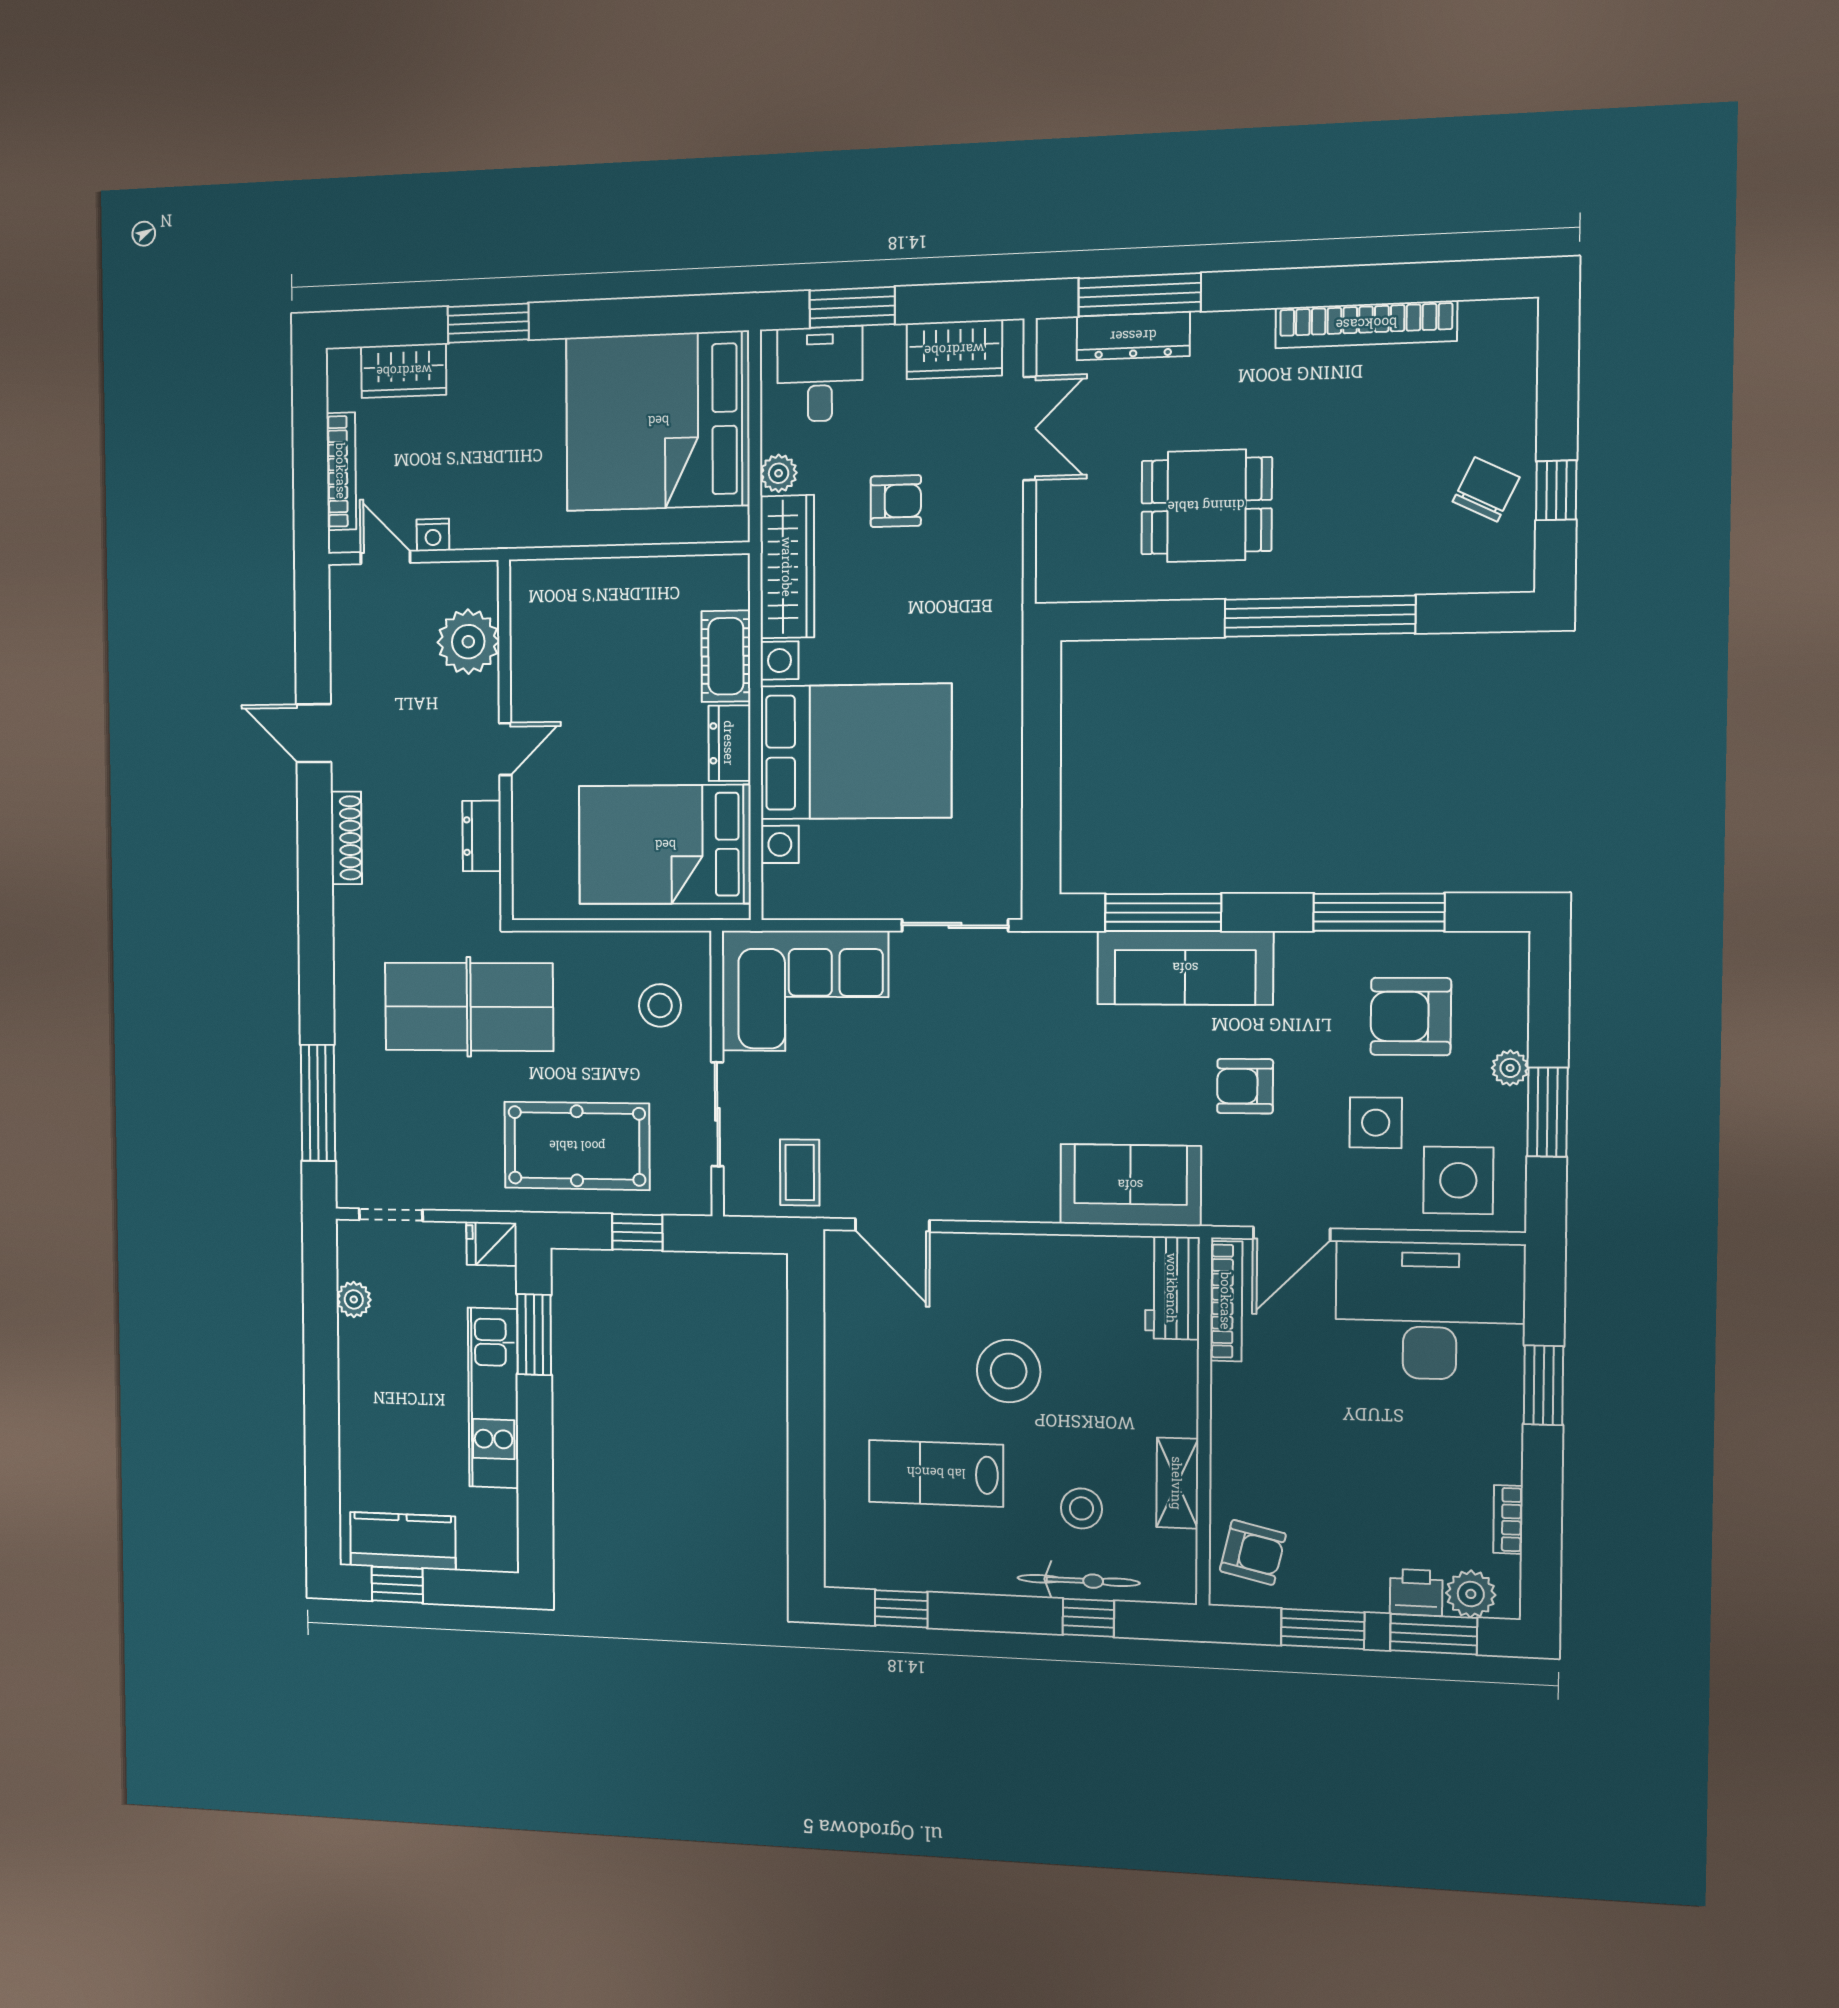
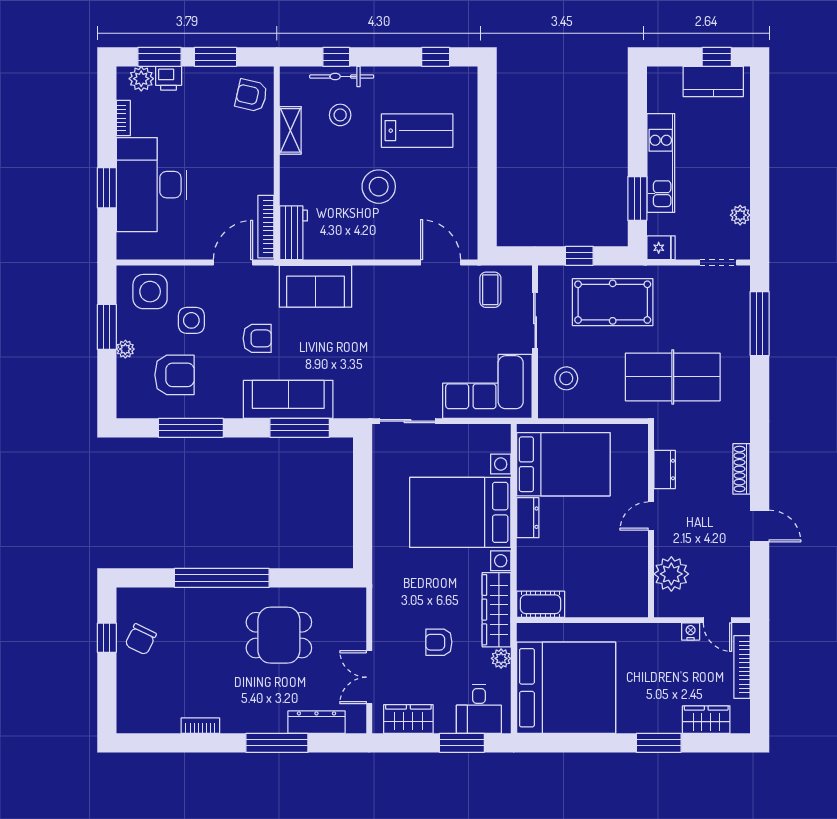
window: (1140, 295) -> (277, 743), moved
bookcase: (1366, 324) -> (200, 726), width x0.43, depth x0.76
cot: (726, 656) -> (541, 604), moved, turned 90
desk: (1430, 1311) -> (151, 185), moved, turned 90

